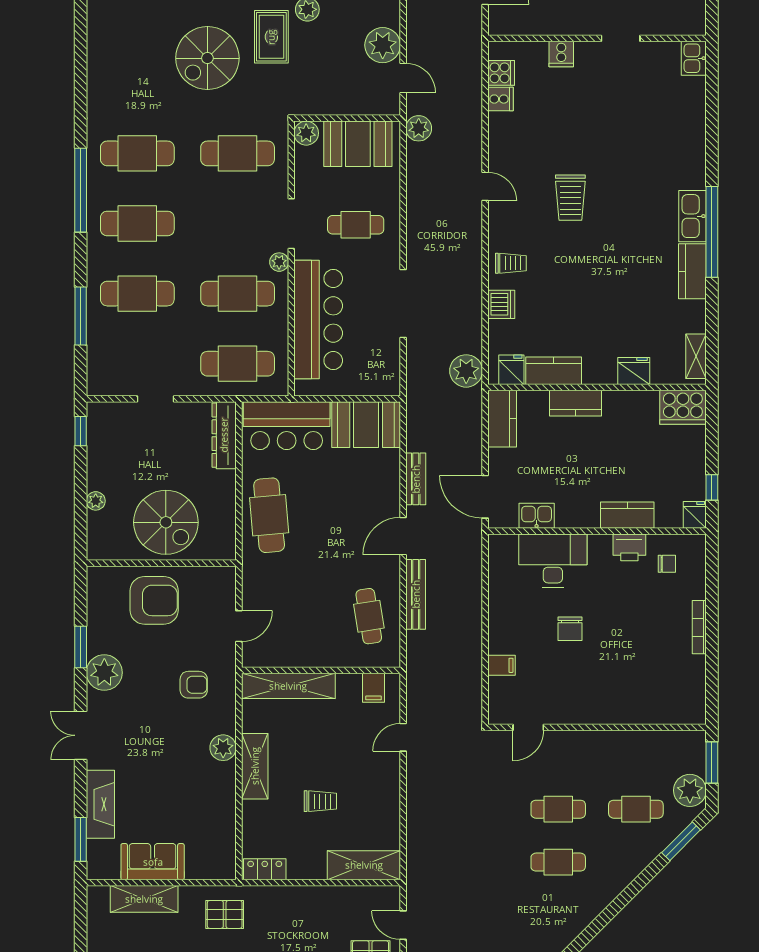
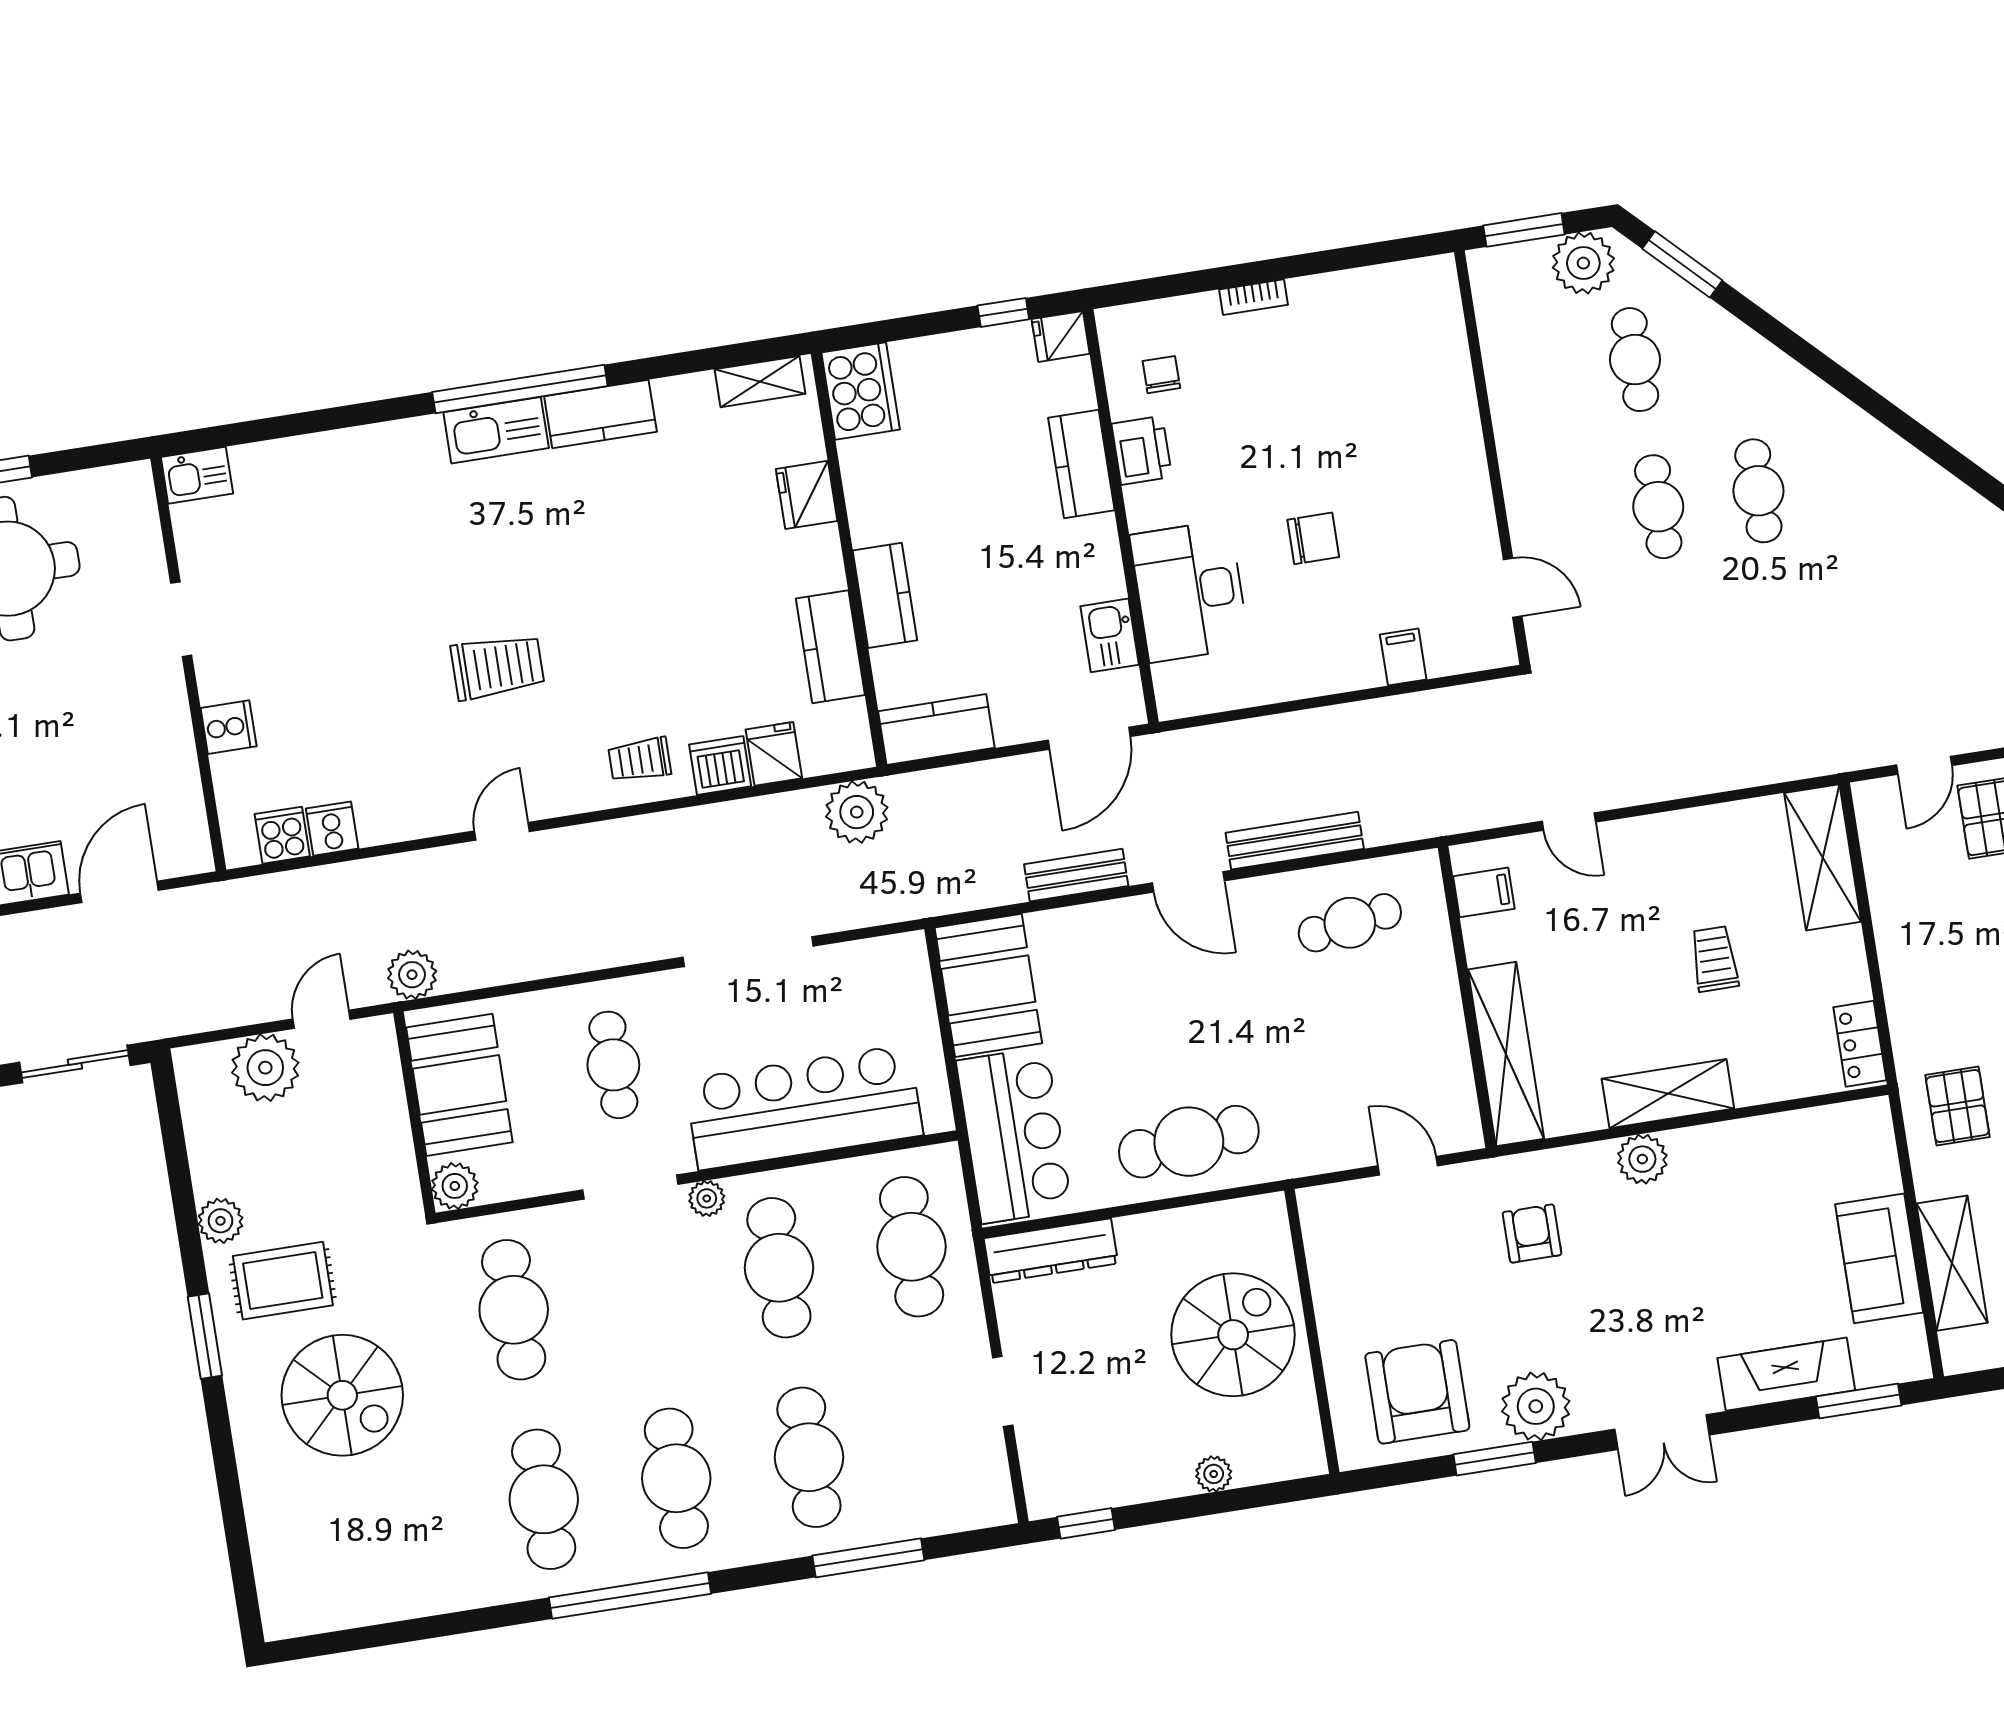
trolley: (511, 263) -> (640, 760), turned -90
fridge: (511, 370) -> (774, 754), moved, turned 90
armchair: (154, 600) -> (1417, 1392), moved
bookcase: (699, 627) -> (1253, 297), width x0.64

